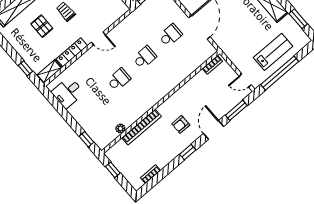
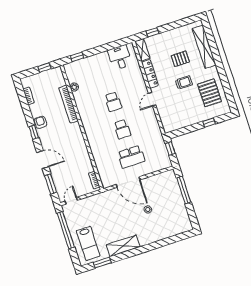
school desk: (170, 35) -> (131, 157), width x1.85
lab bench: (273, 52) -> (88, 243), moved
armchair: (181, 124) -> (41, 122), moved

